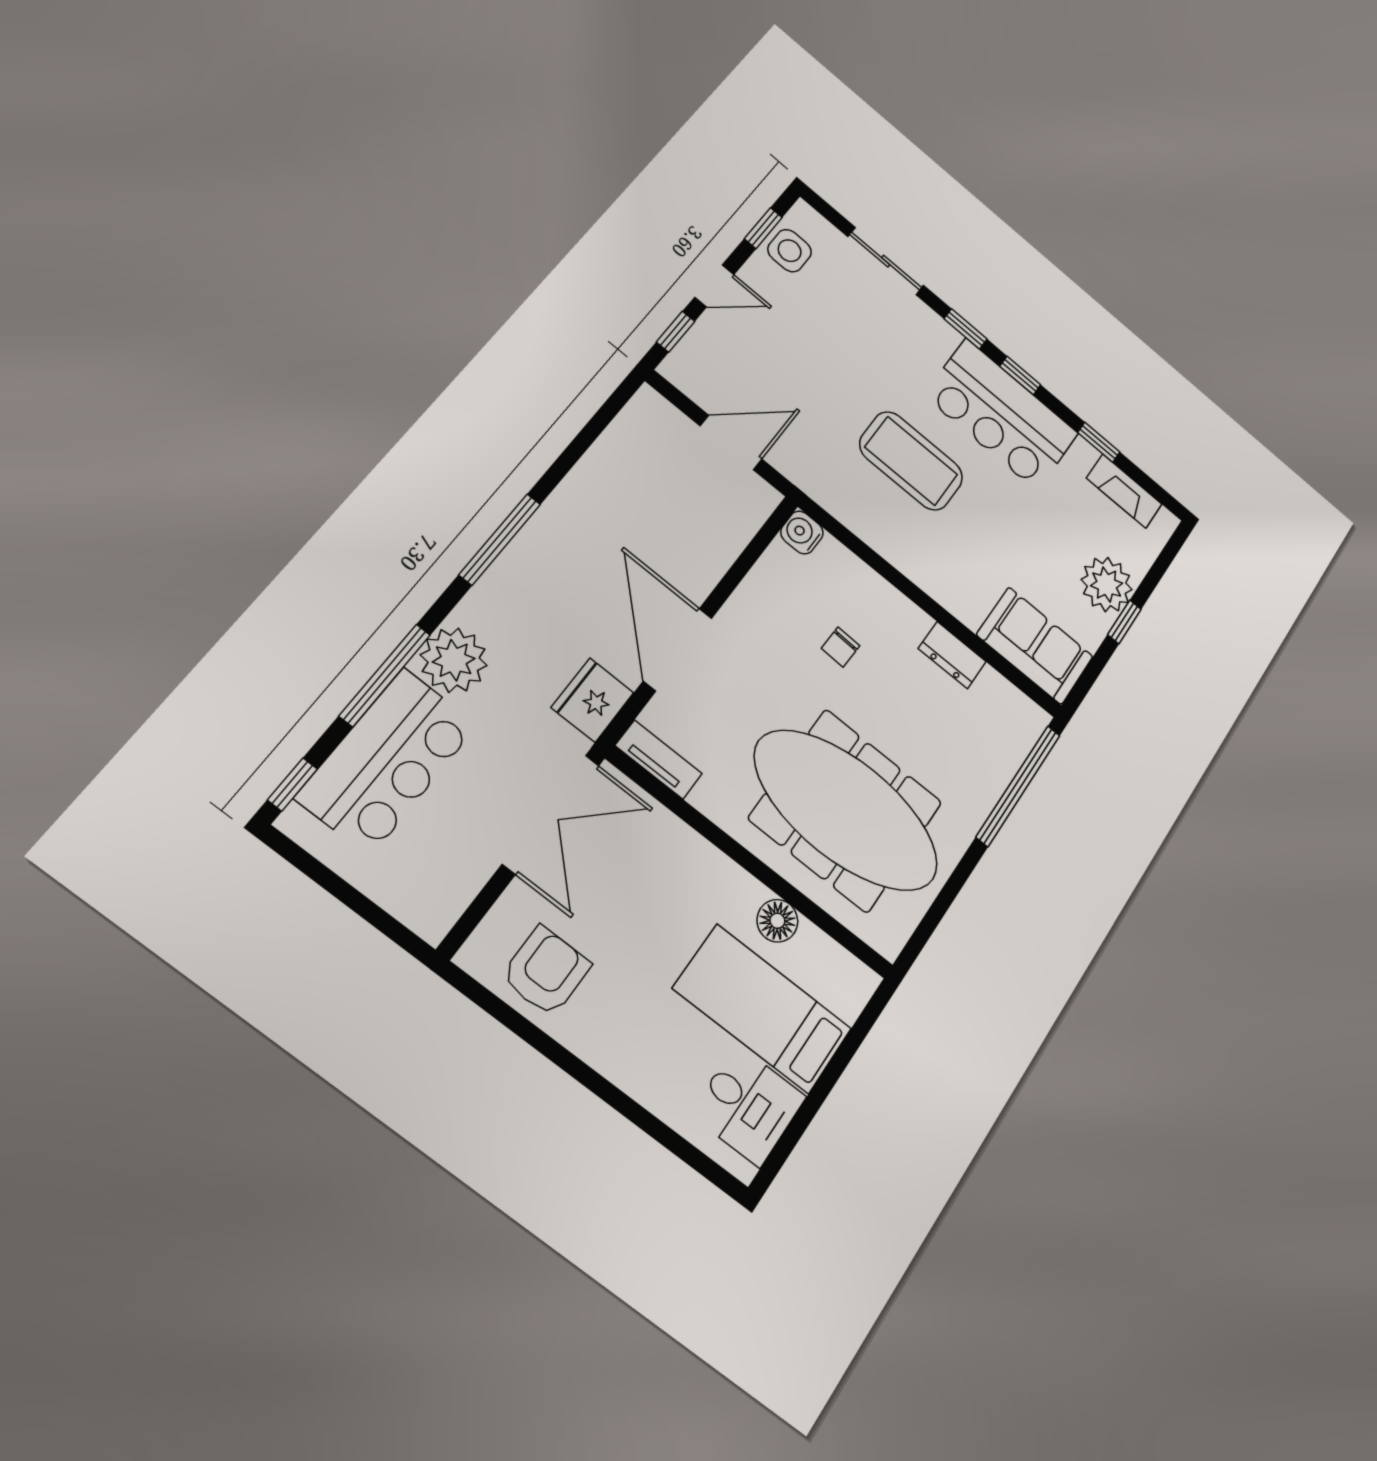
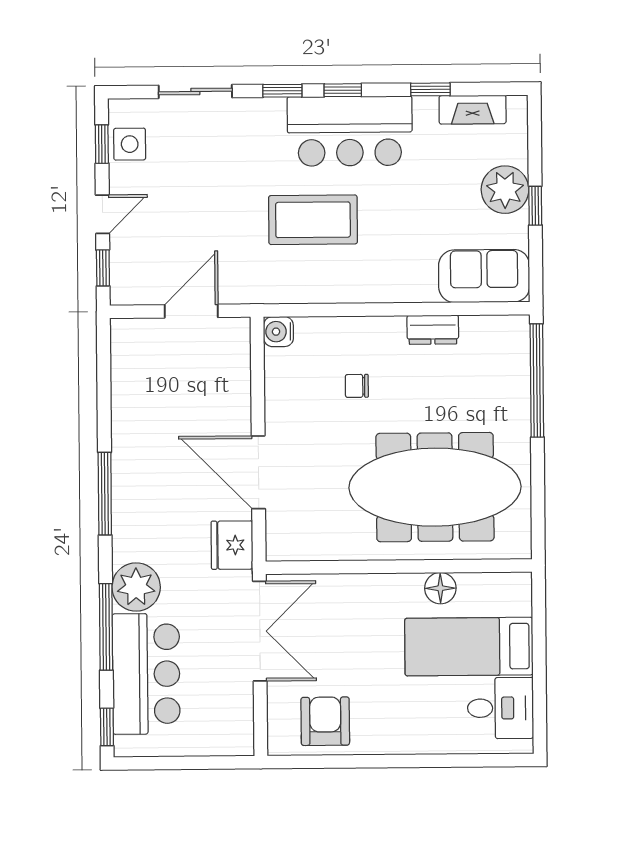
chair: (841, 647) -> (357, 386), turned 88
tv unit: (659, 760) -> (298, 549), removed

